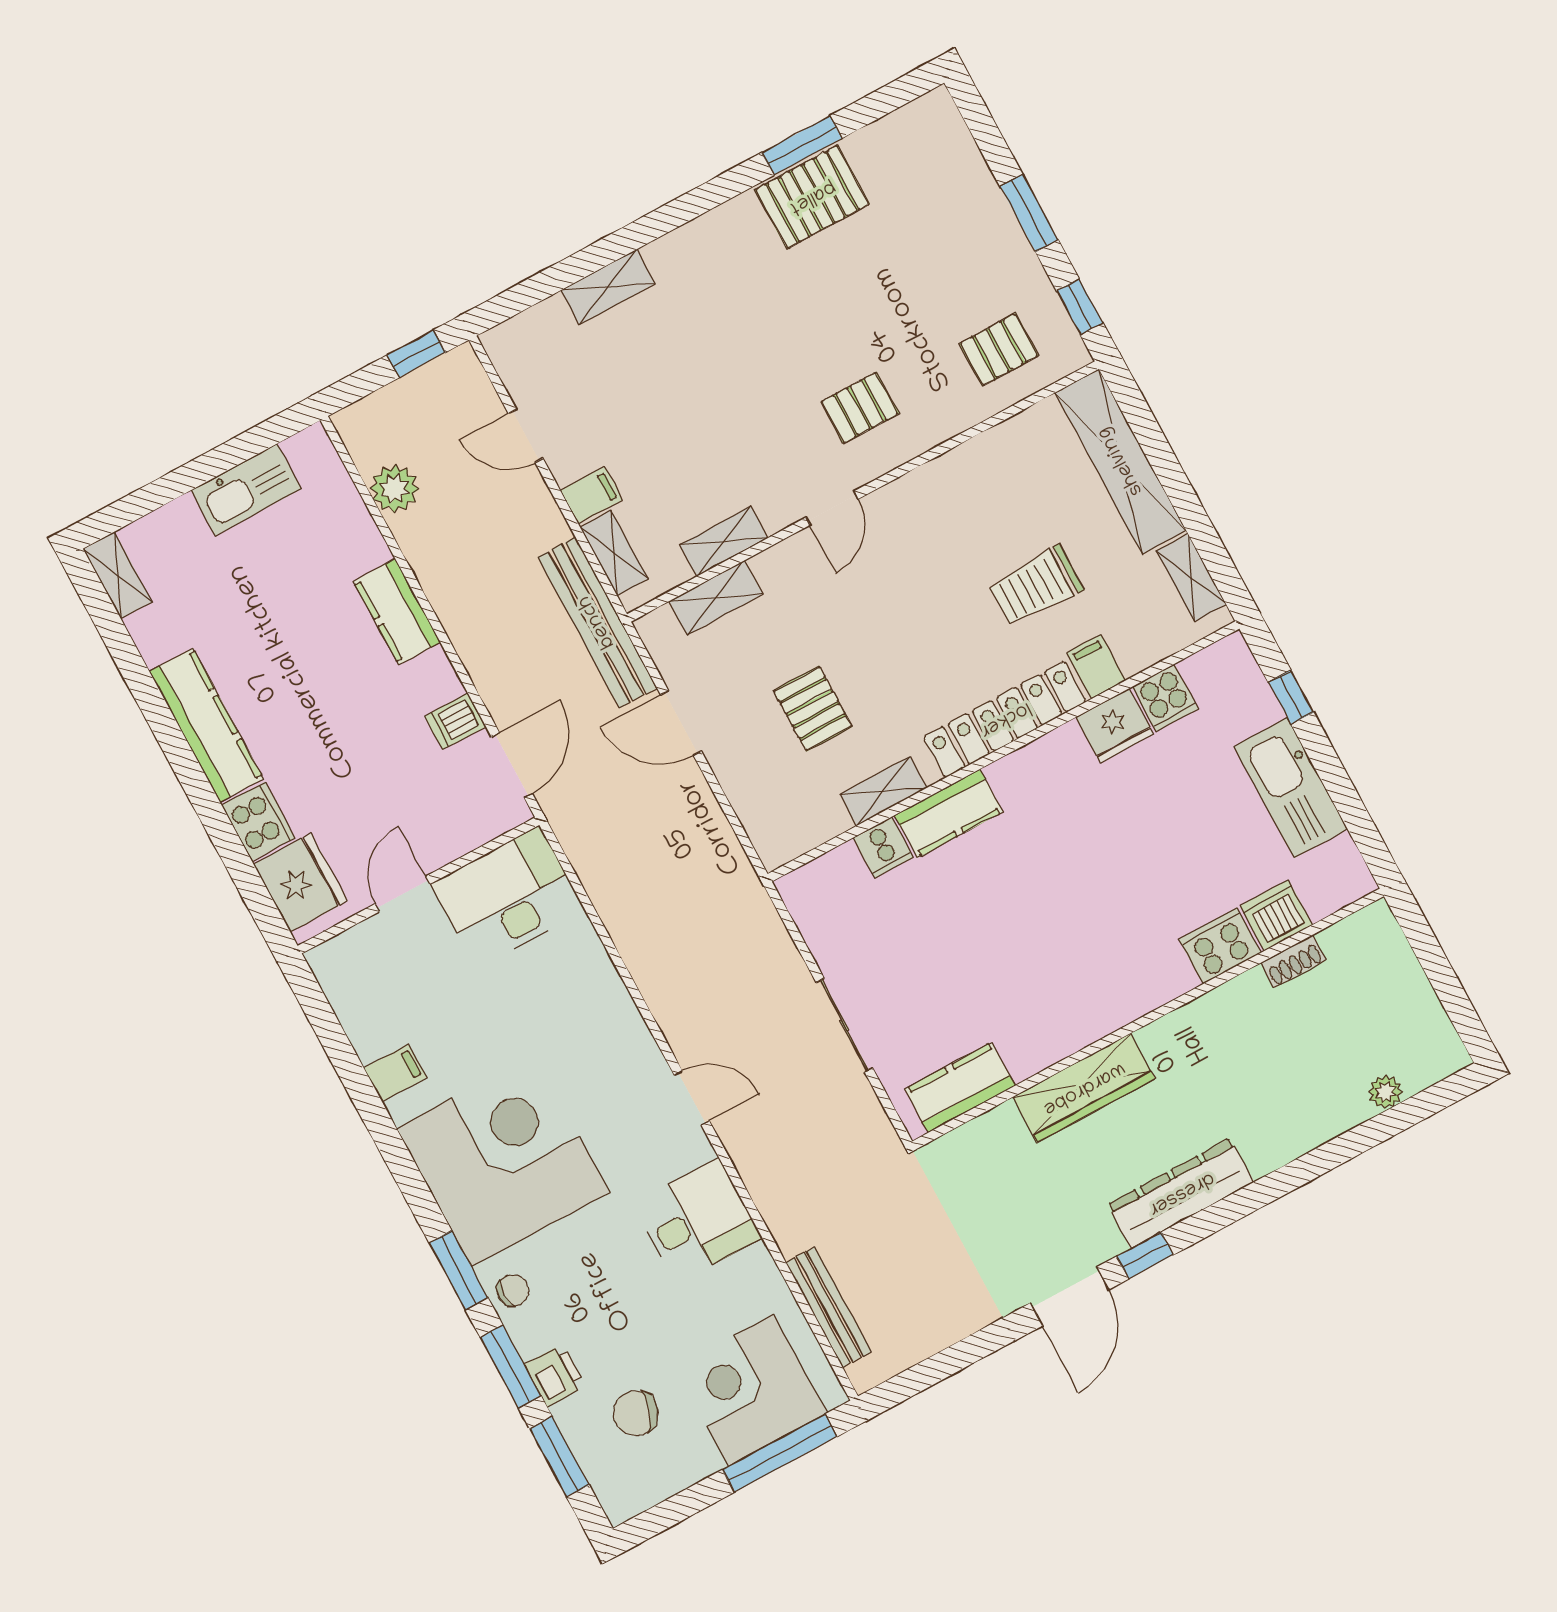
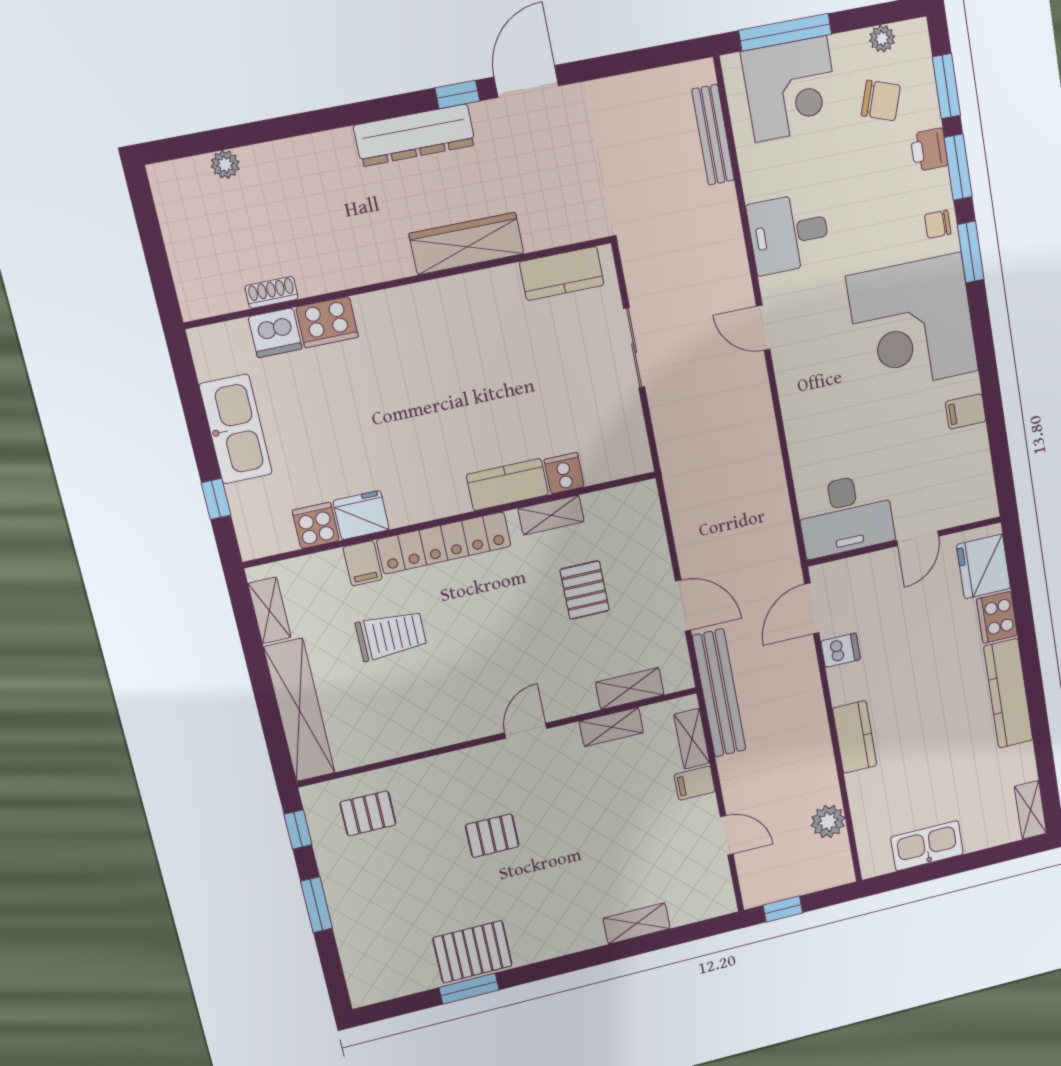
pallet: (860, 408) -> (492, 836), moved
plant: (659, 1485) -> (882, 39), added

